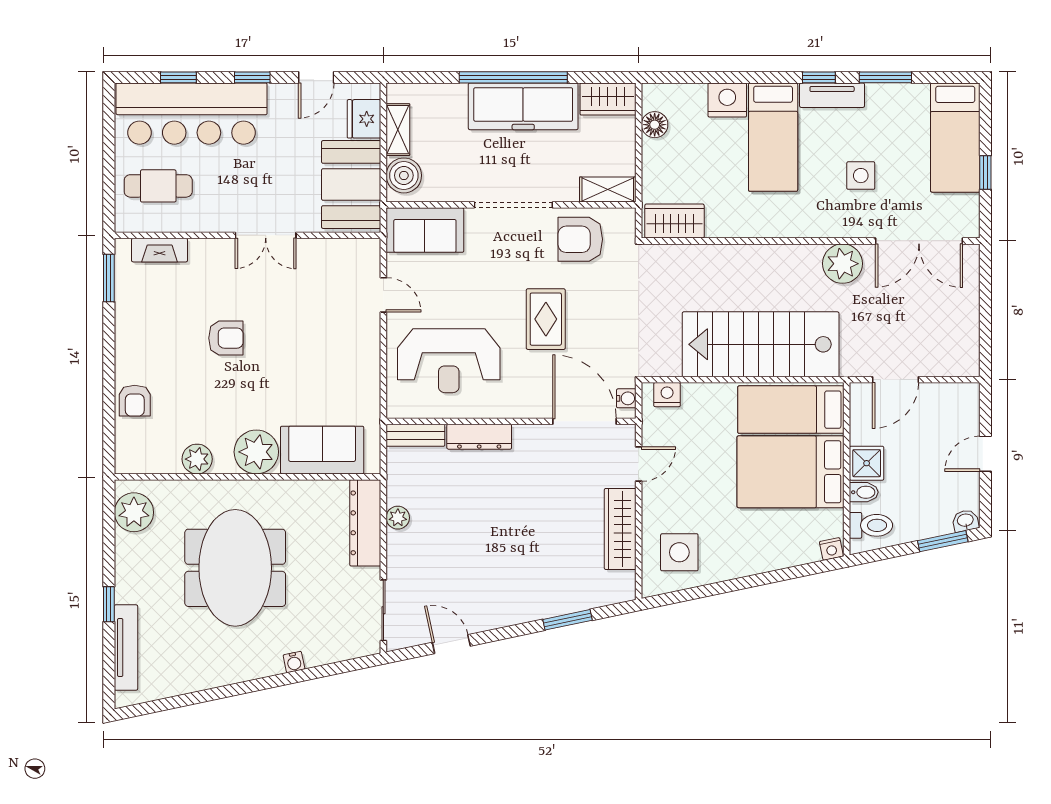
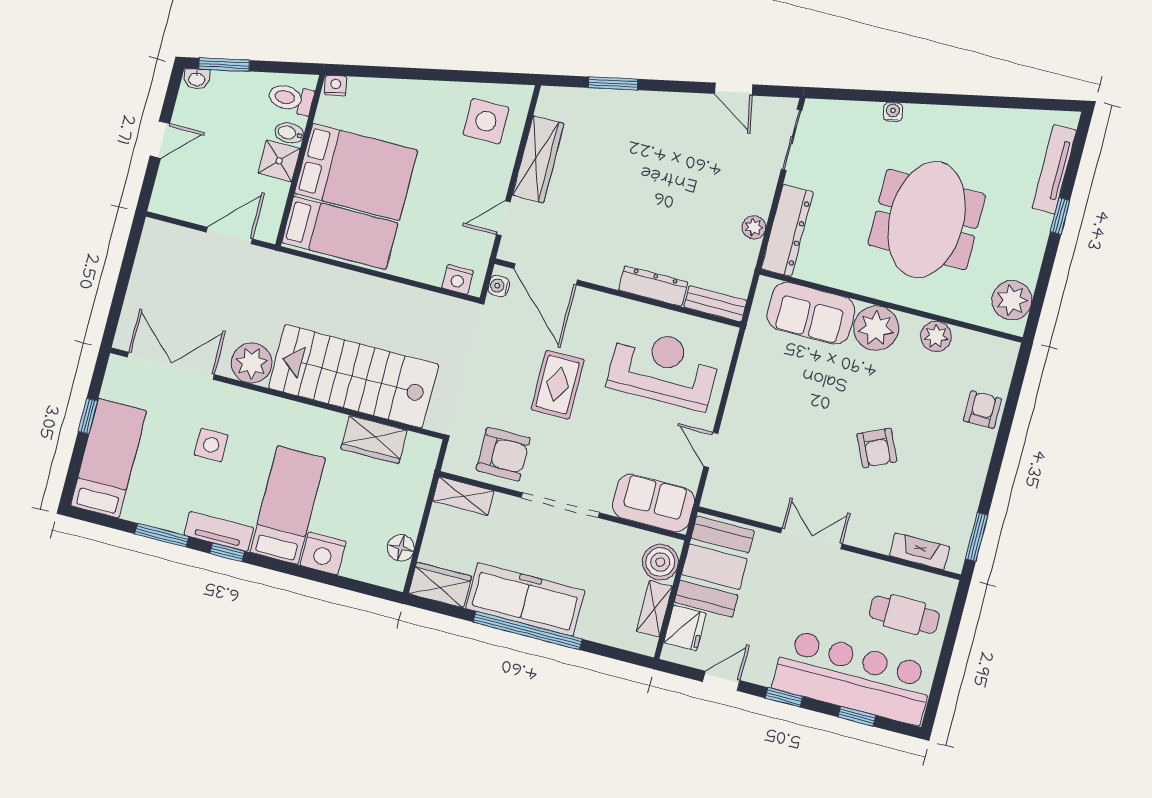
wardrobe: (674, 221) -> (374, 440), moved
armchair: (226, 338) -> (877, 448), turned -115
stairs: (761, 344) -> (354, 376), moved, turned 180

